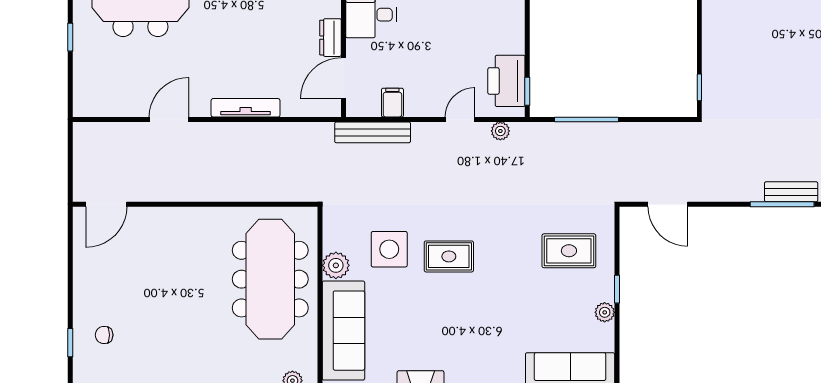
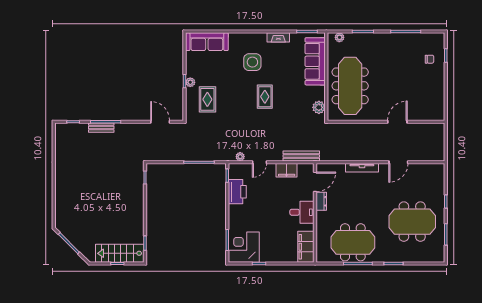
printer: (506, 81) -> (237, 192), moved
filing cabinet: (392, 103) -> (287, 170), width x2.00
door: (106, 204) -> (397, 122), moved
side table: (389, 249) -> (252, 62), moved
rug: (569, 251) -> (207, 99), turned 90
rug: (449, 256) -> (265, 97), turned 90
plant: (336, 265) -> (319, 107), moved
plant: (605, 312) -> (190, 82), moved

